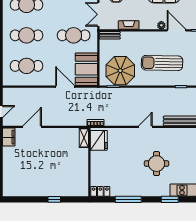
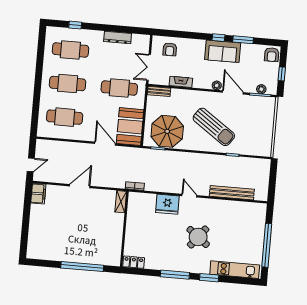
sun lounger: (162, 63) -> (214, 127), turned -146
door: (32, 127) -> (80, 186), moved
door: (145, 127) -> (189, 196), hinge flipped
fridge: (99, 140) -> (167, 204), moved, turned 90
round table: (157, 164) -> (198, 237), turned 38
window: (54, 199) -> (82, 267), width x3.17
window: (128, 199) -> (175, 275), moved

